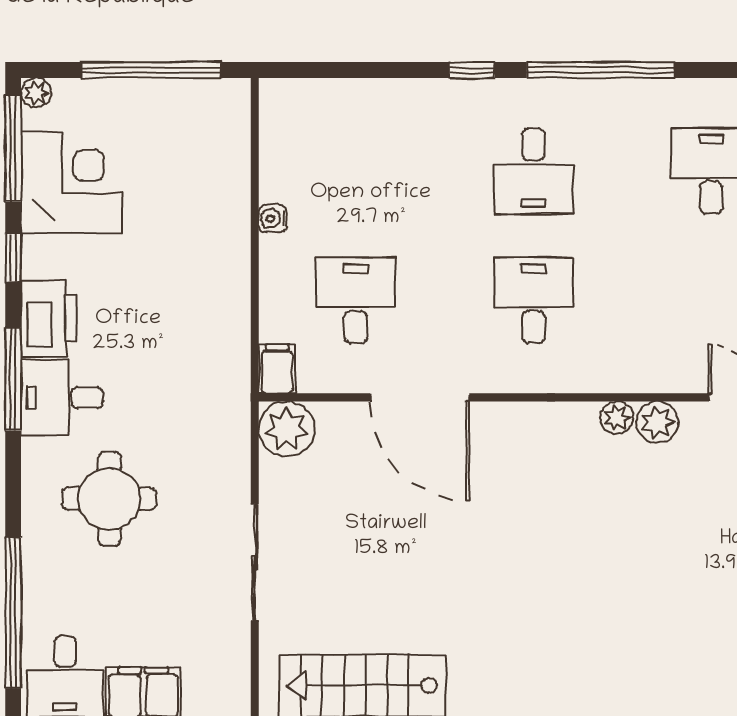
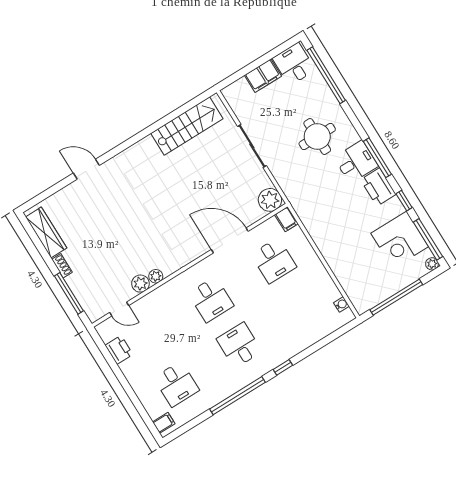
water cooler: (273, 218) -> (341, 304), moved

